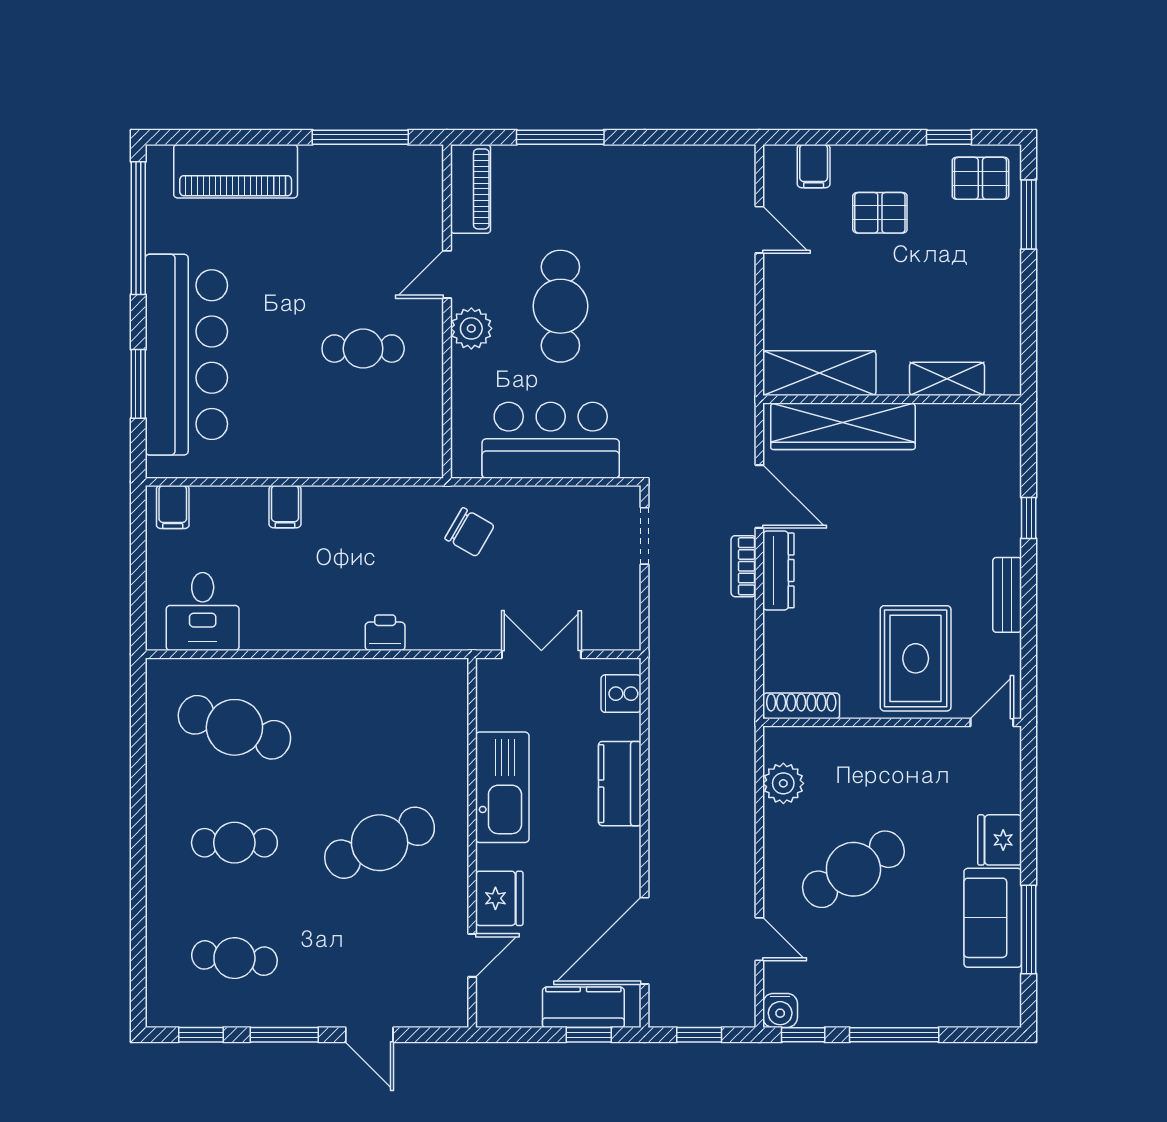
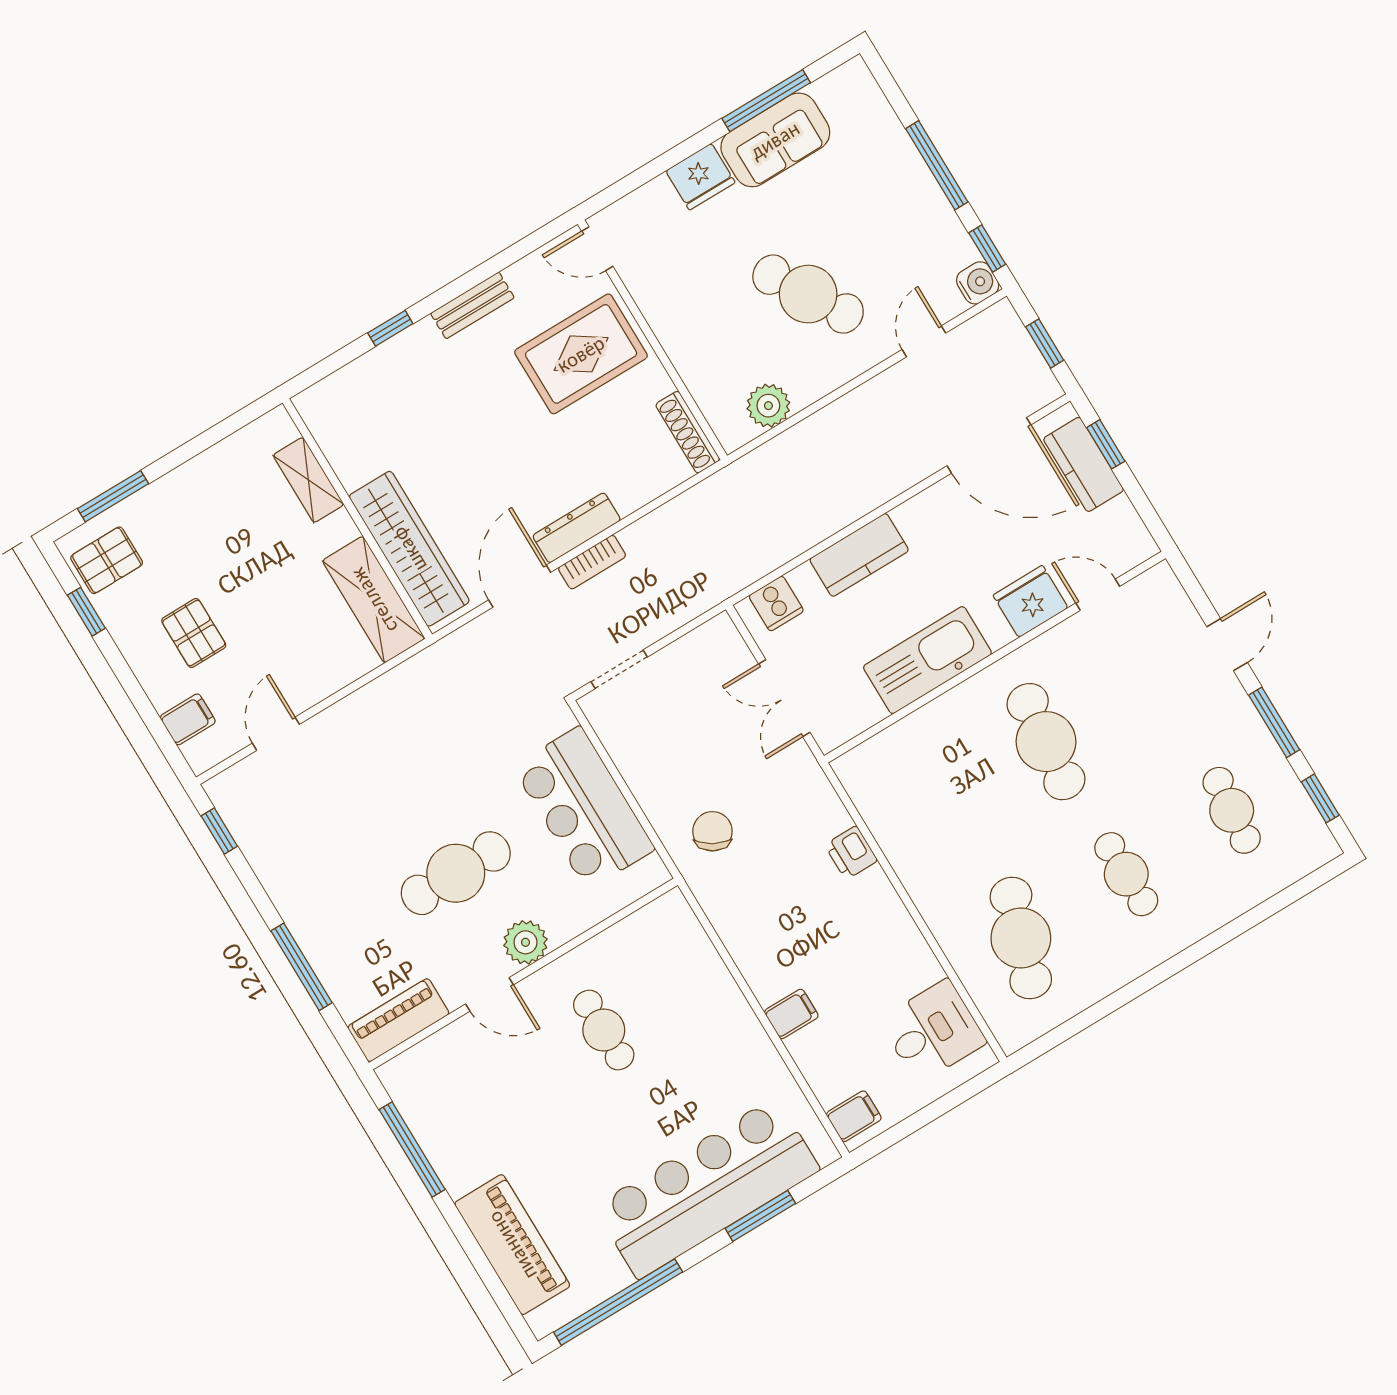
window: (709, 137) -> (219, 831), added
pallet: (980, 178) -> (107, 560), turned 90
cafe table: (380, 843) -> (1046, 742), turned 30

